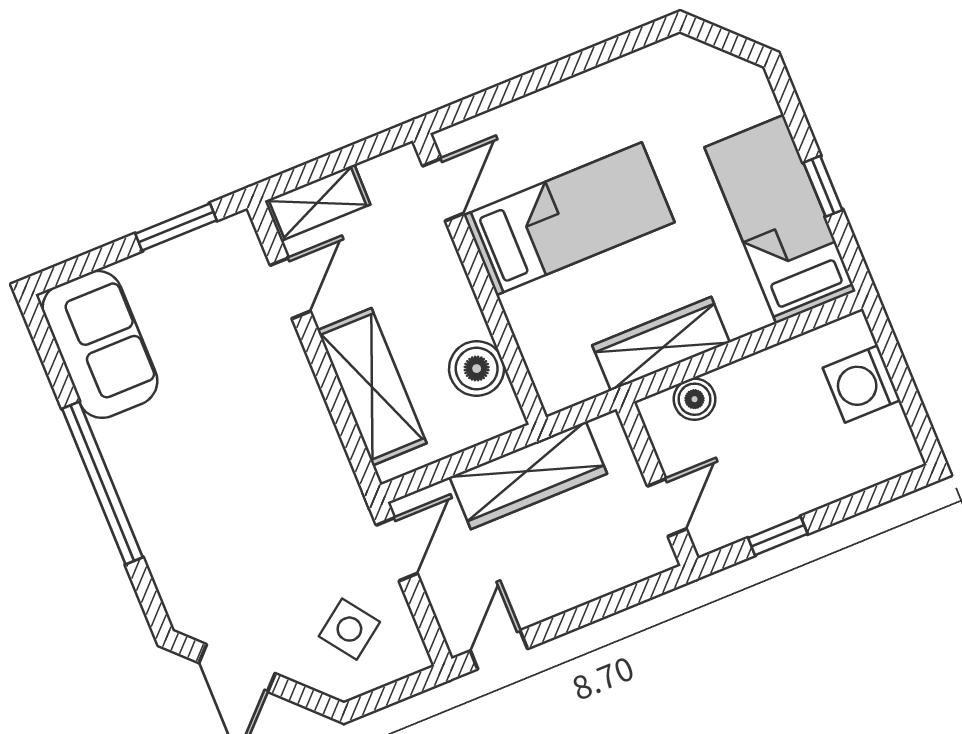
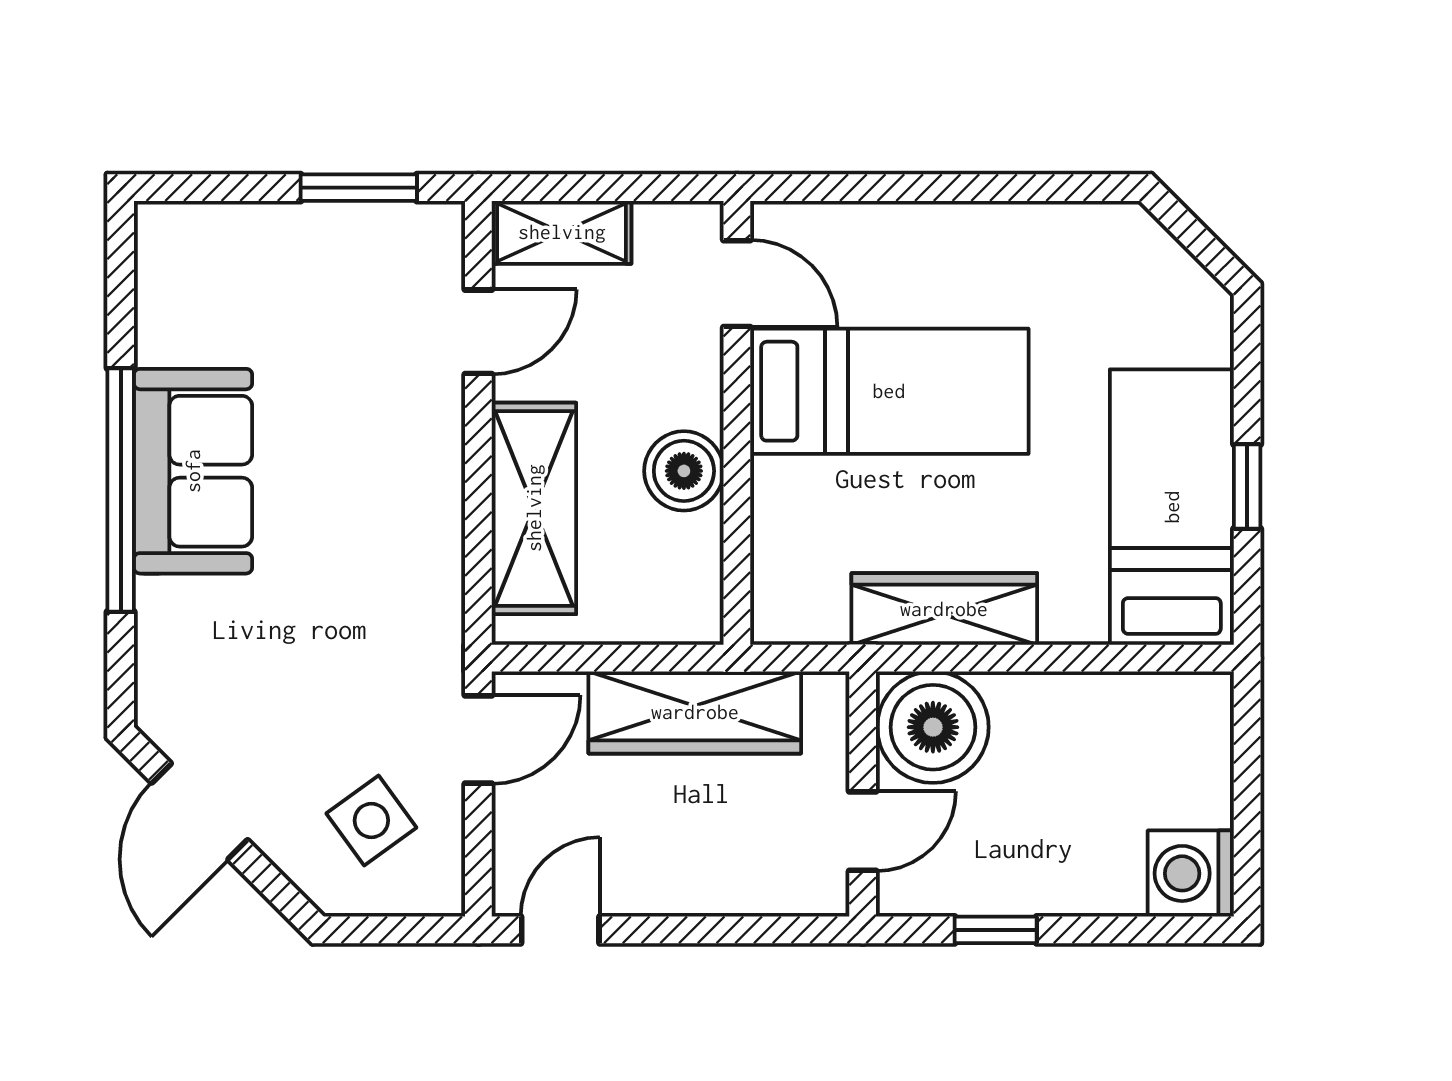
door: (443, 190) -> (737, 284), hinge flipped
sofa: (100, 344) -> (193, 471), moved
boiler: (477, 369) -> (684, 471), moved
washing machine: (862, 384) -> (1191, 873), moved
boiler: (694, 399) -> (933, 727), width x1.86, depth x1.86

